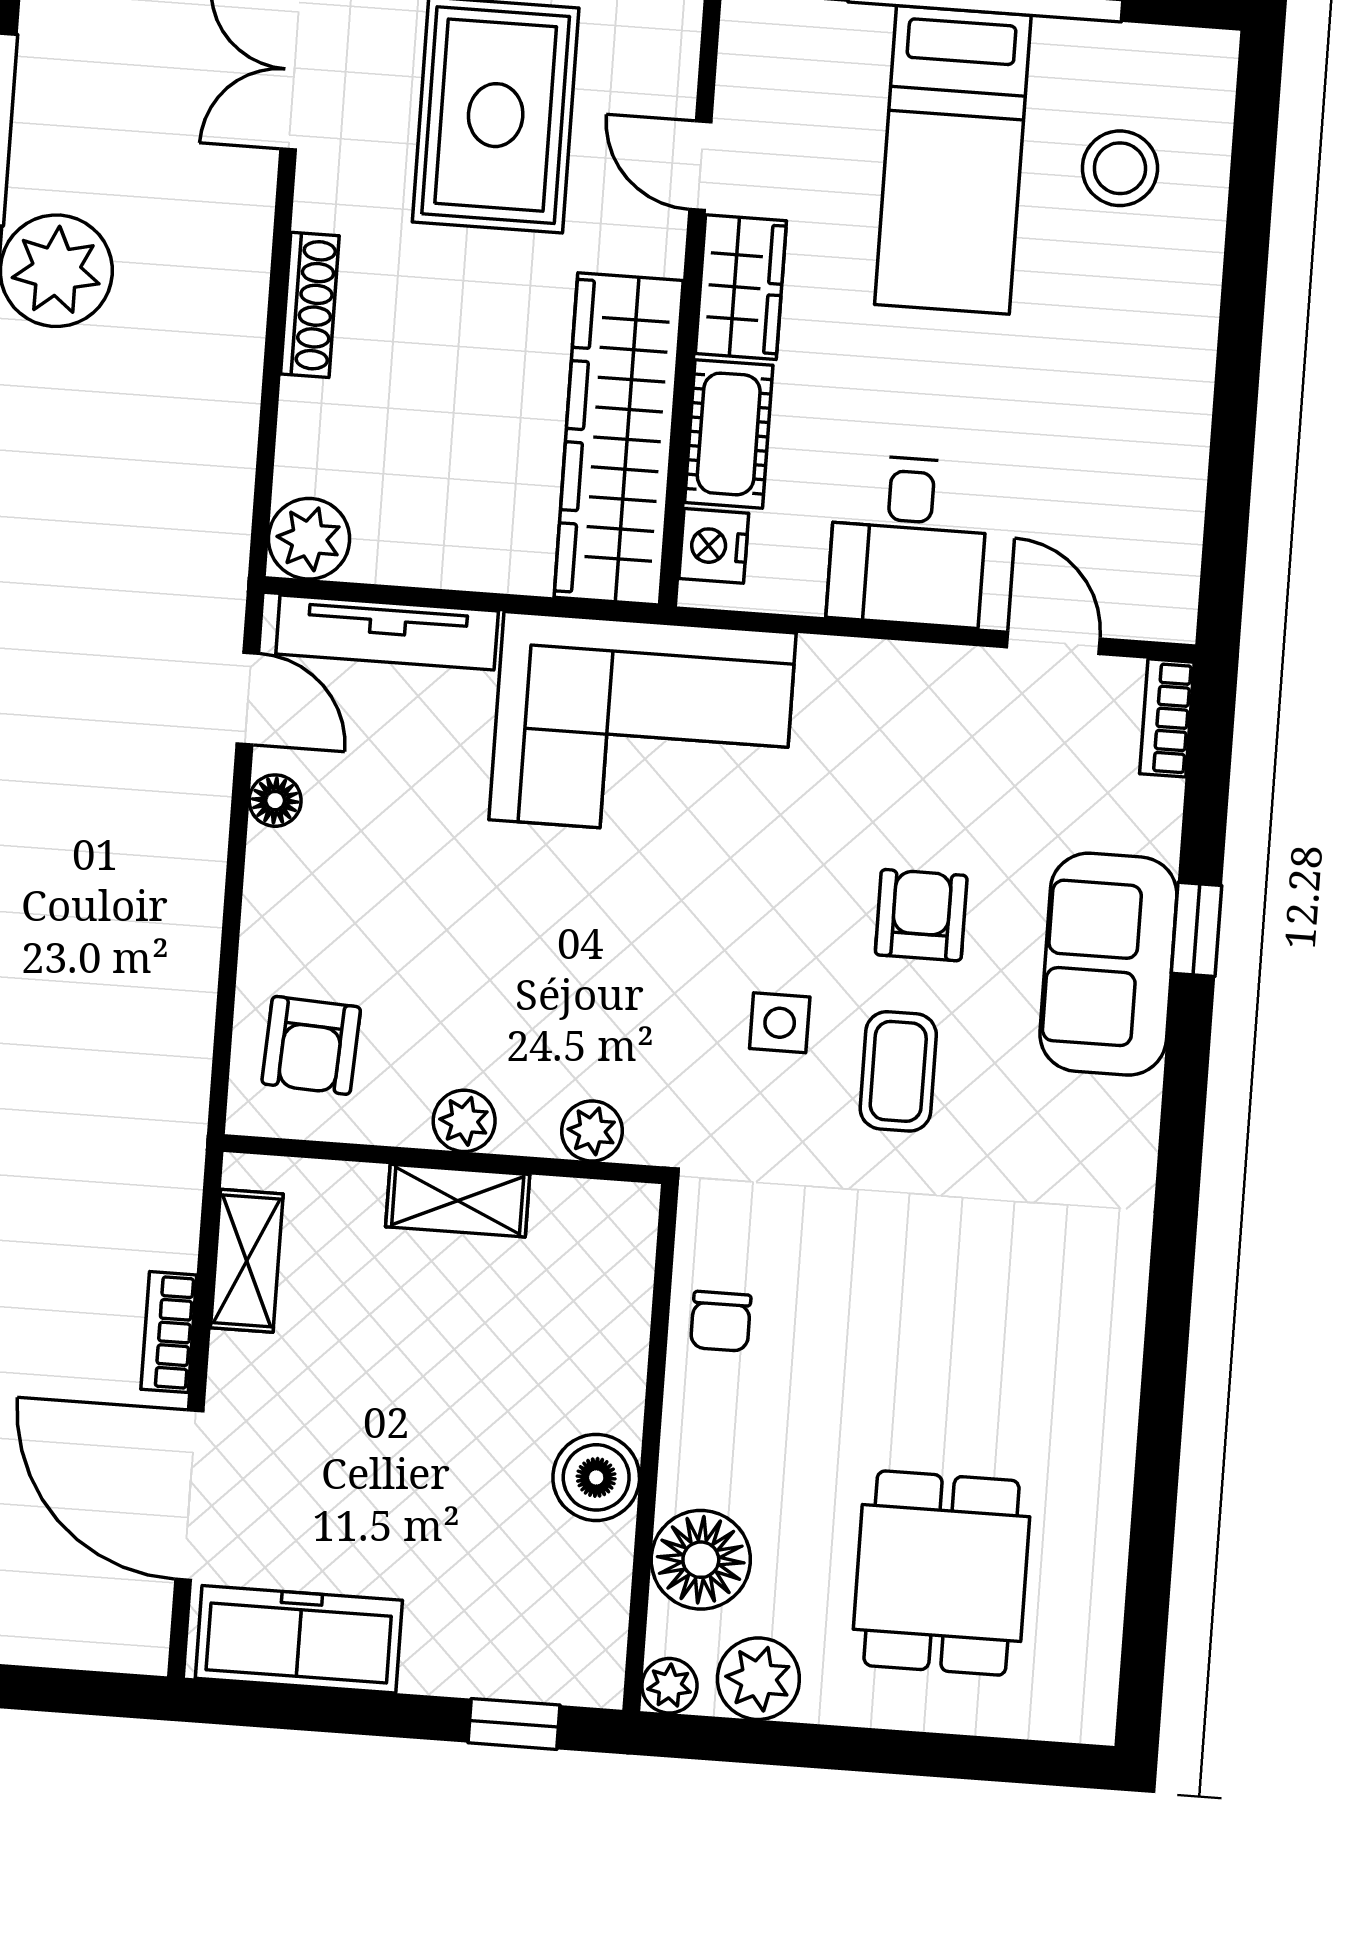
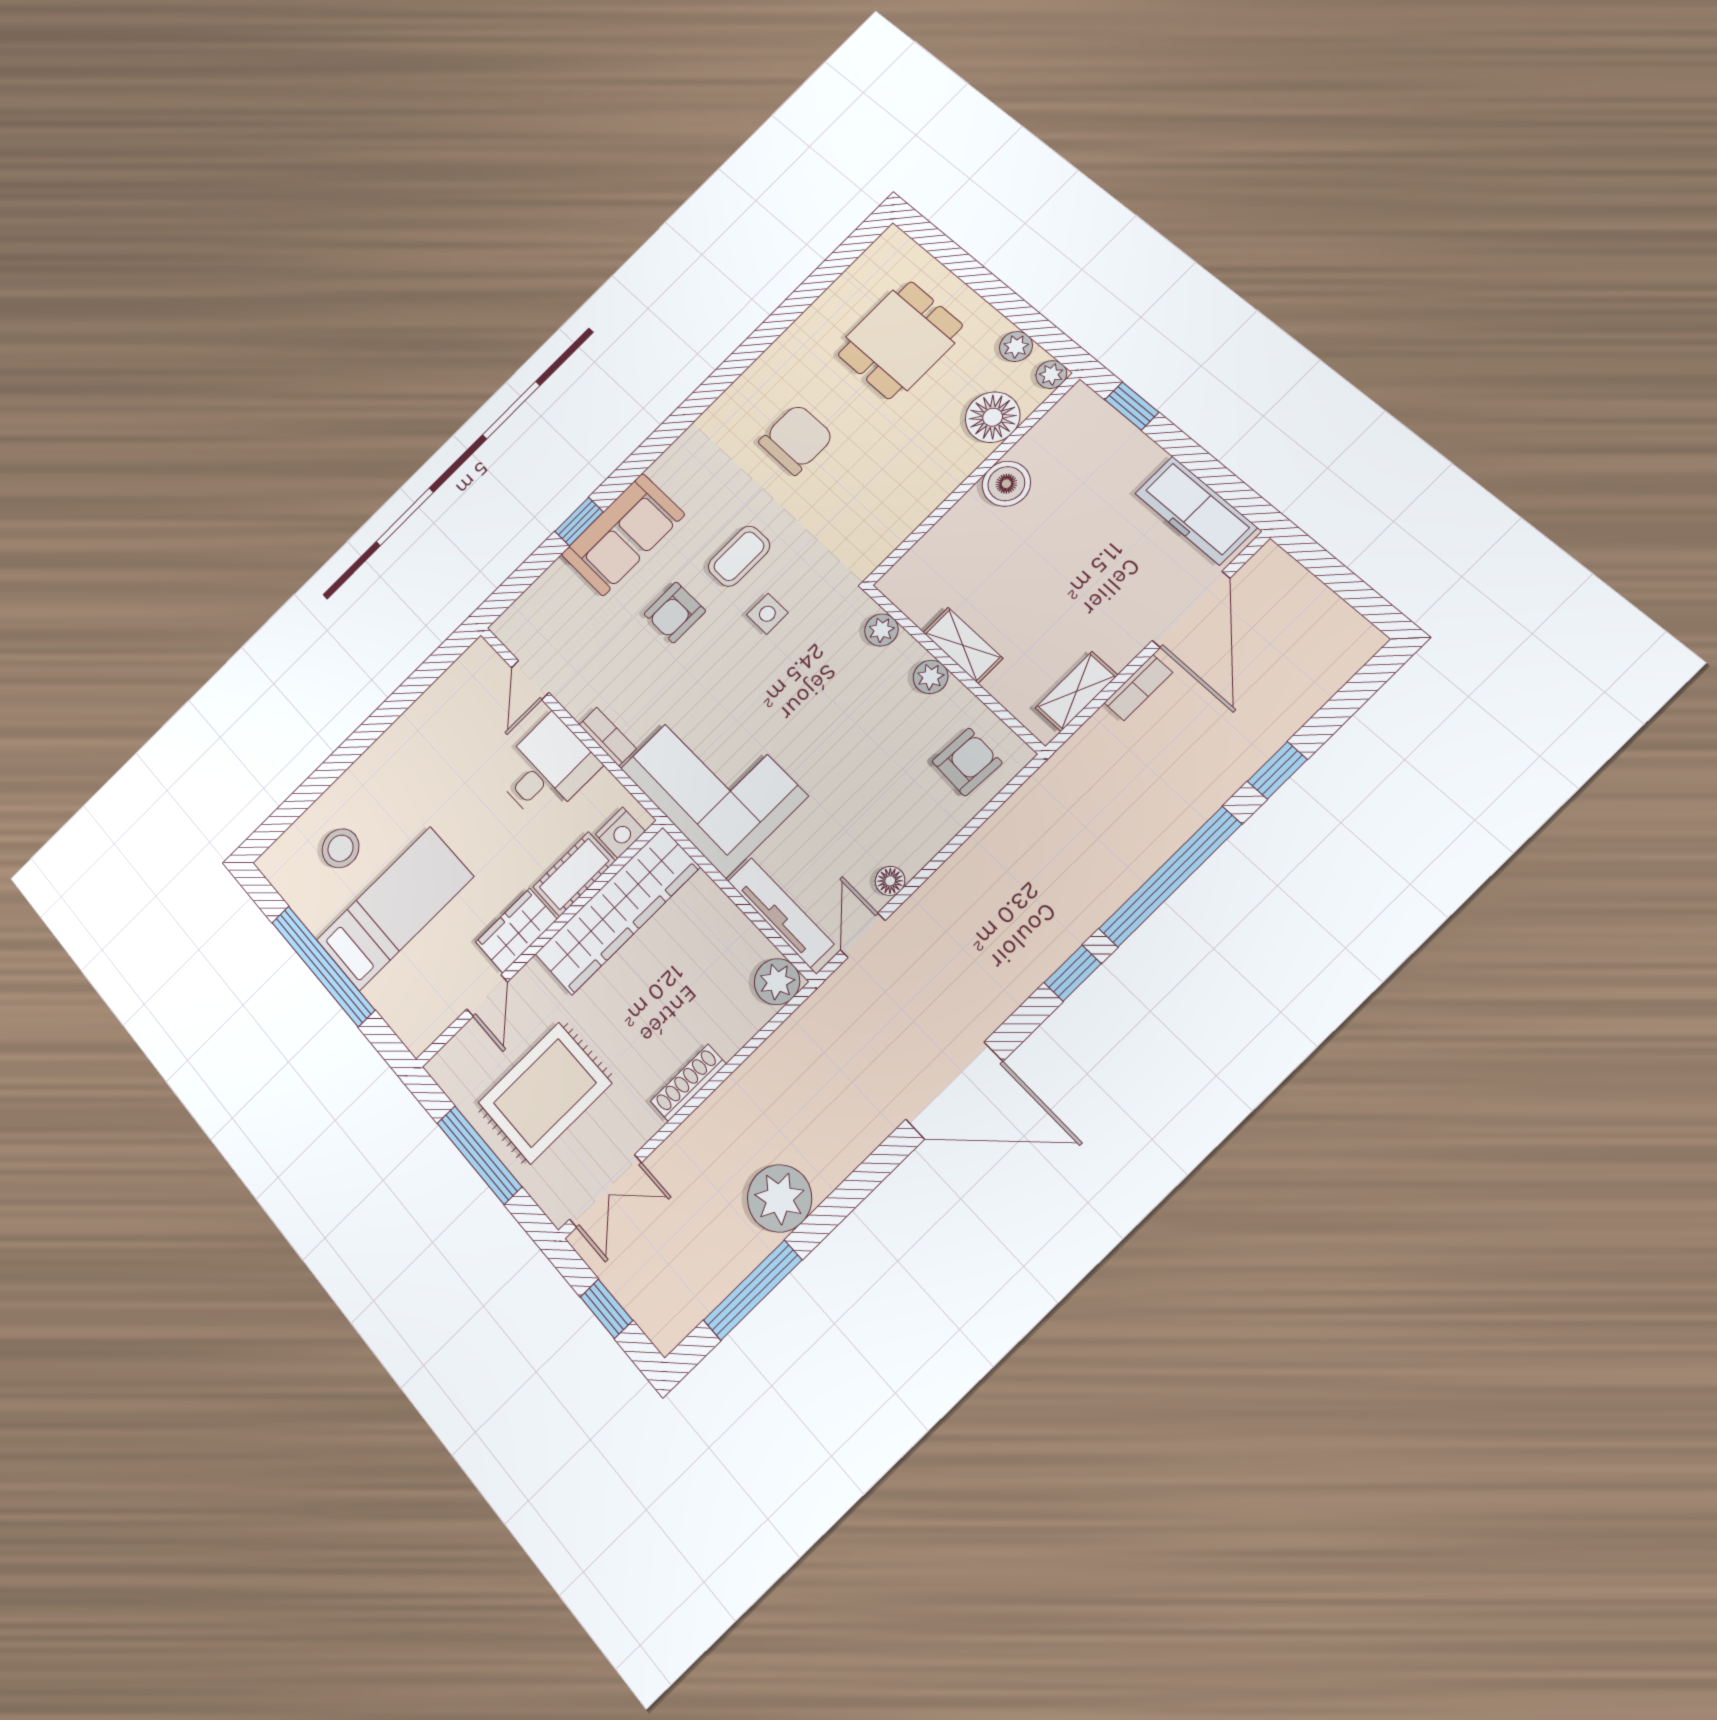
bookcase: (1167, 718) -> (608, 737), moved, turned -90
chair: (721, 1321) -> (796, 439), moved, width x1.87, depth x1.87
plant: (758, 1679) -> (1016, 347), width x0.73, depth x0.73

